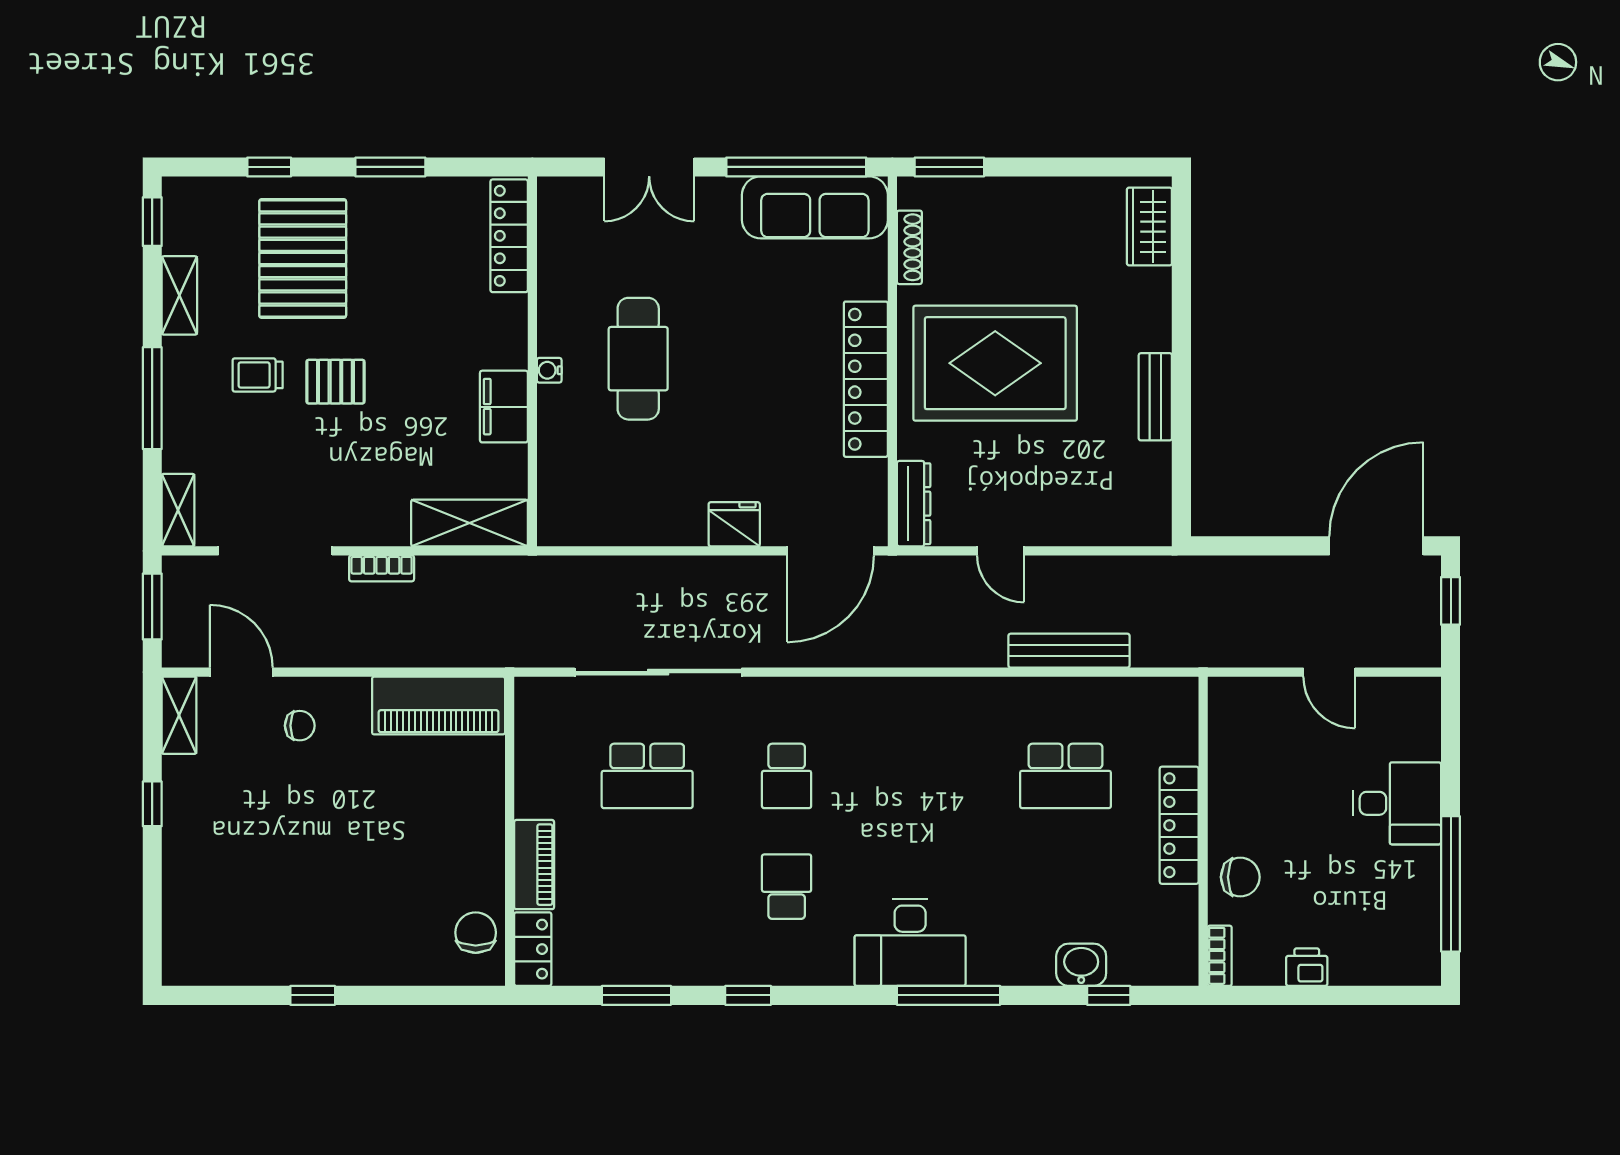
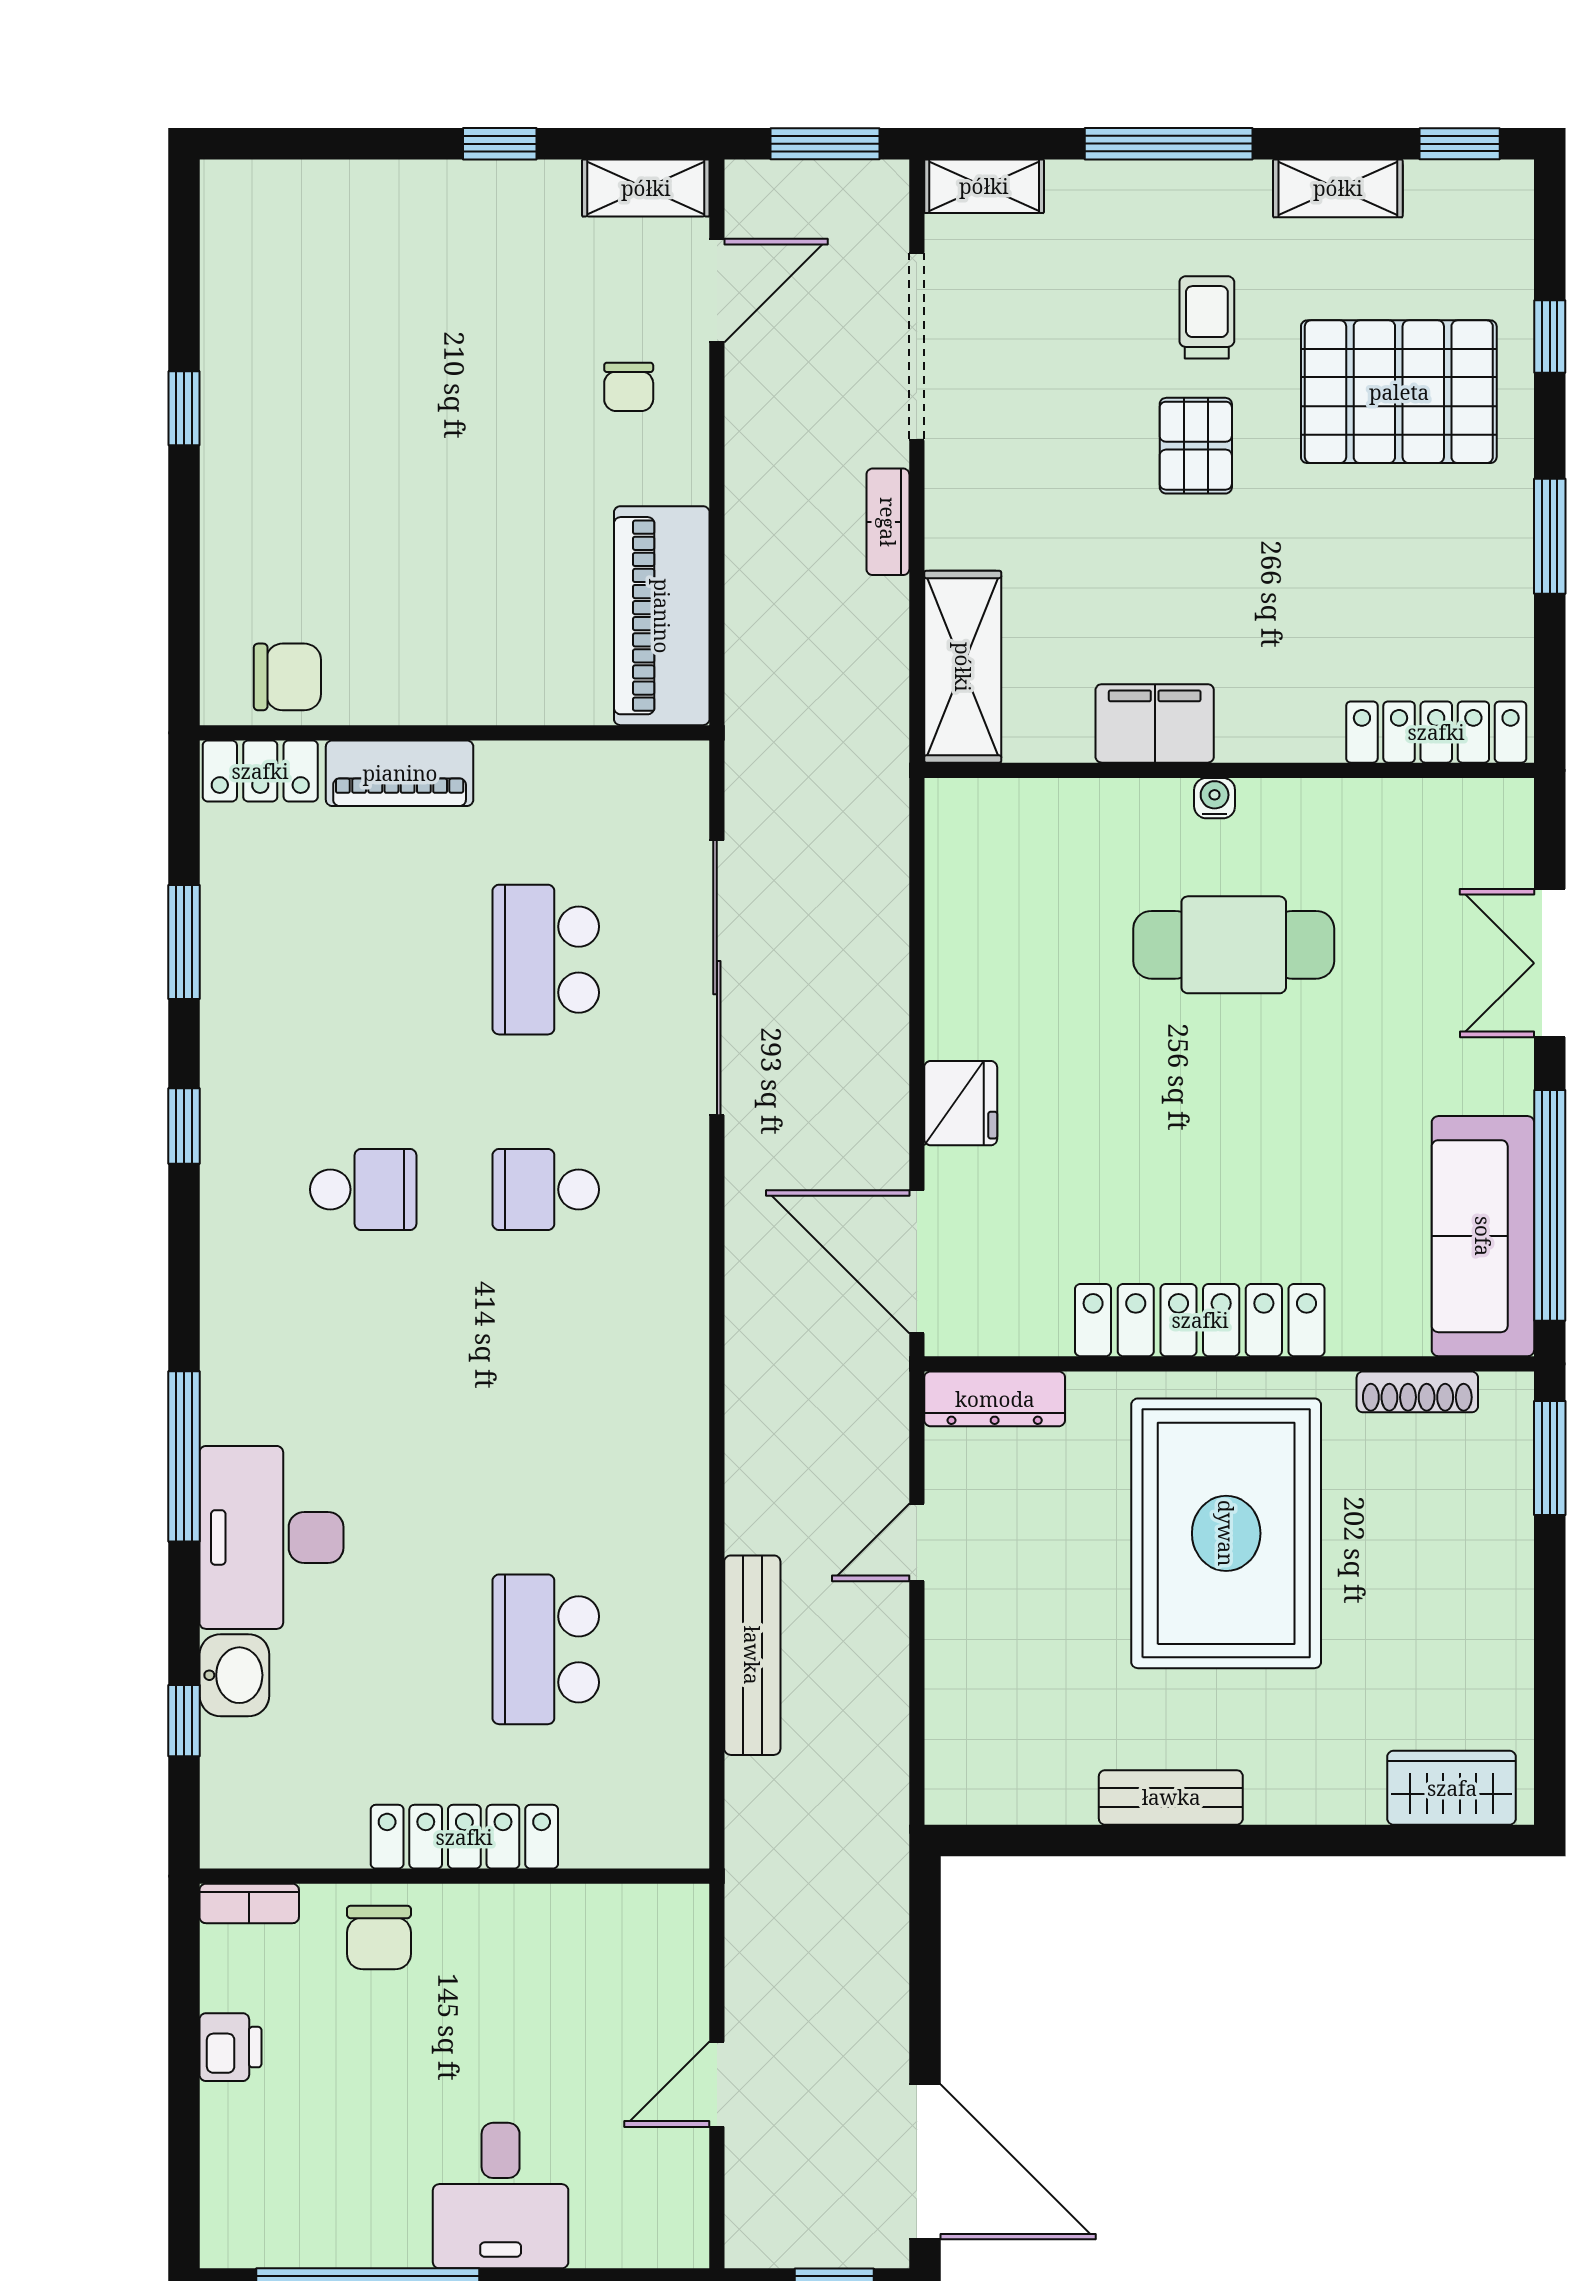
desk: (910, 942) -> (271, 1537), moved

